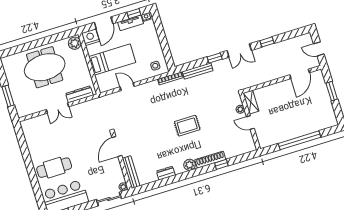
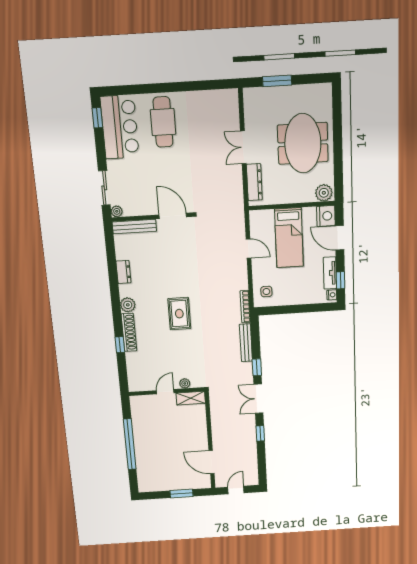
door: (127, 87) -> (249, 249), hinge flipped

